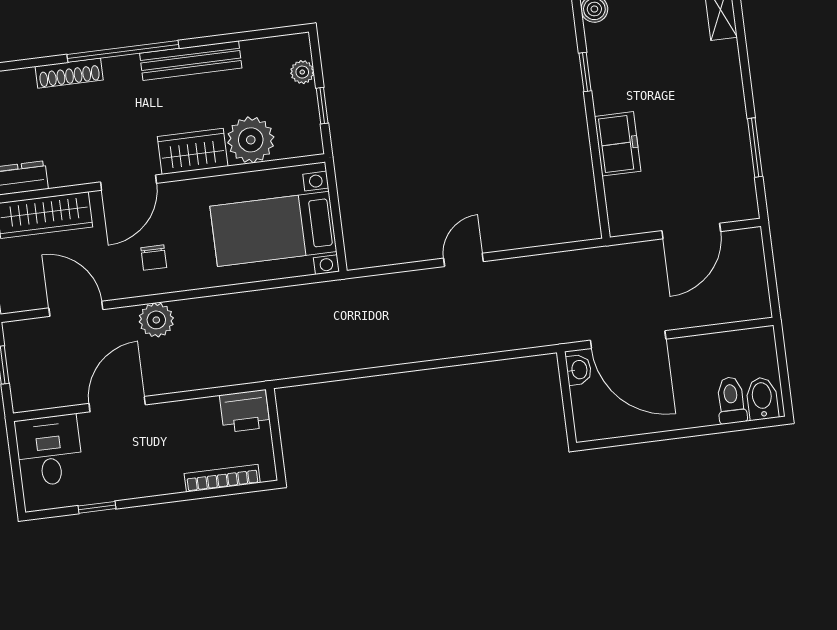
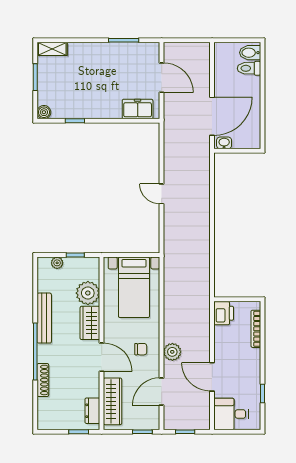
freezer: (618, 144) -> (138, 109), moved

